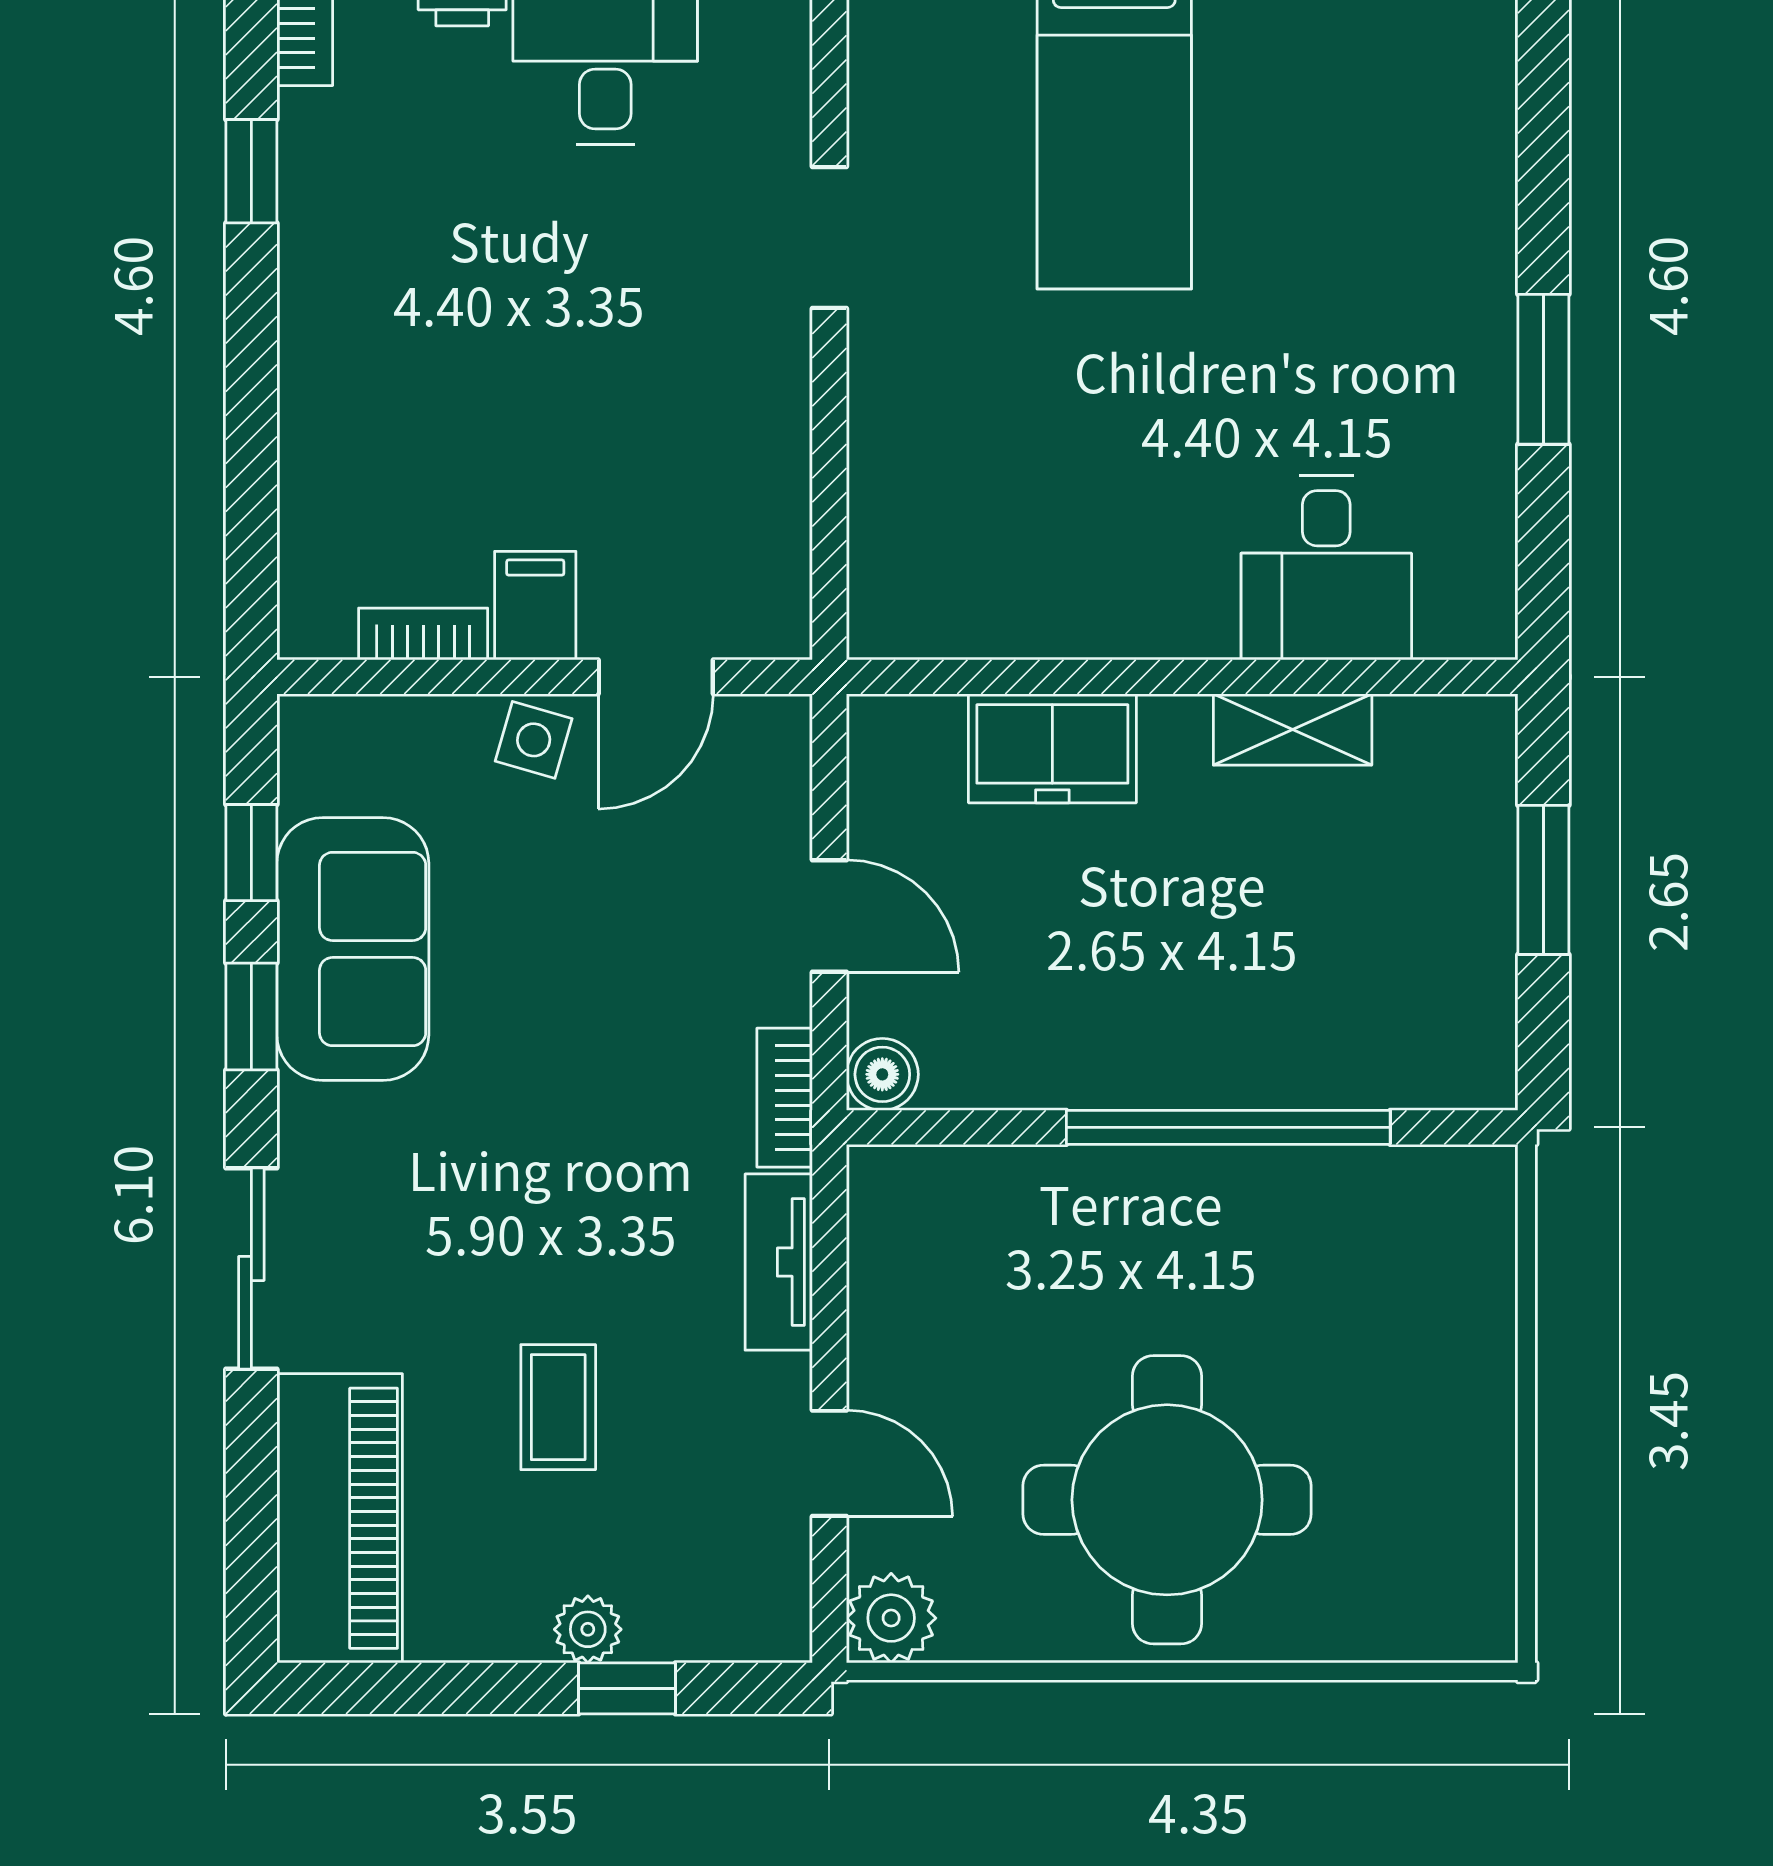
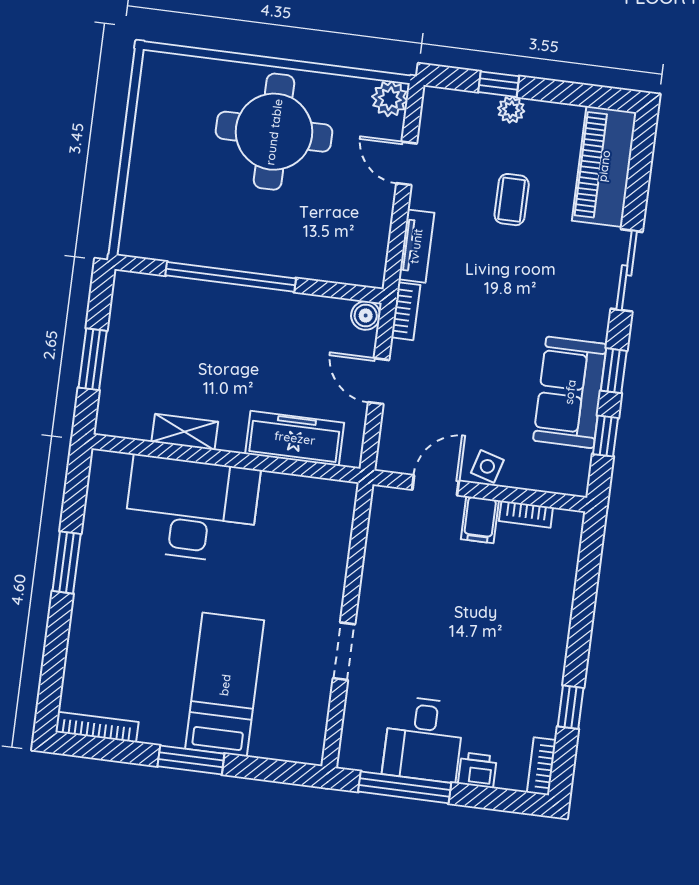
desk: (1326, 568) -> (191, 509), width x1.87, depth x1.30
freezer: (1052, 748) -> (295, 438), width x1.40

